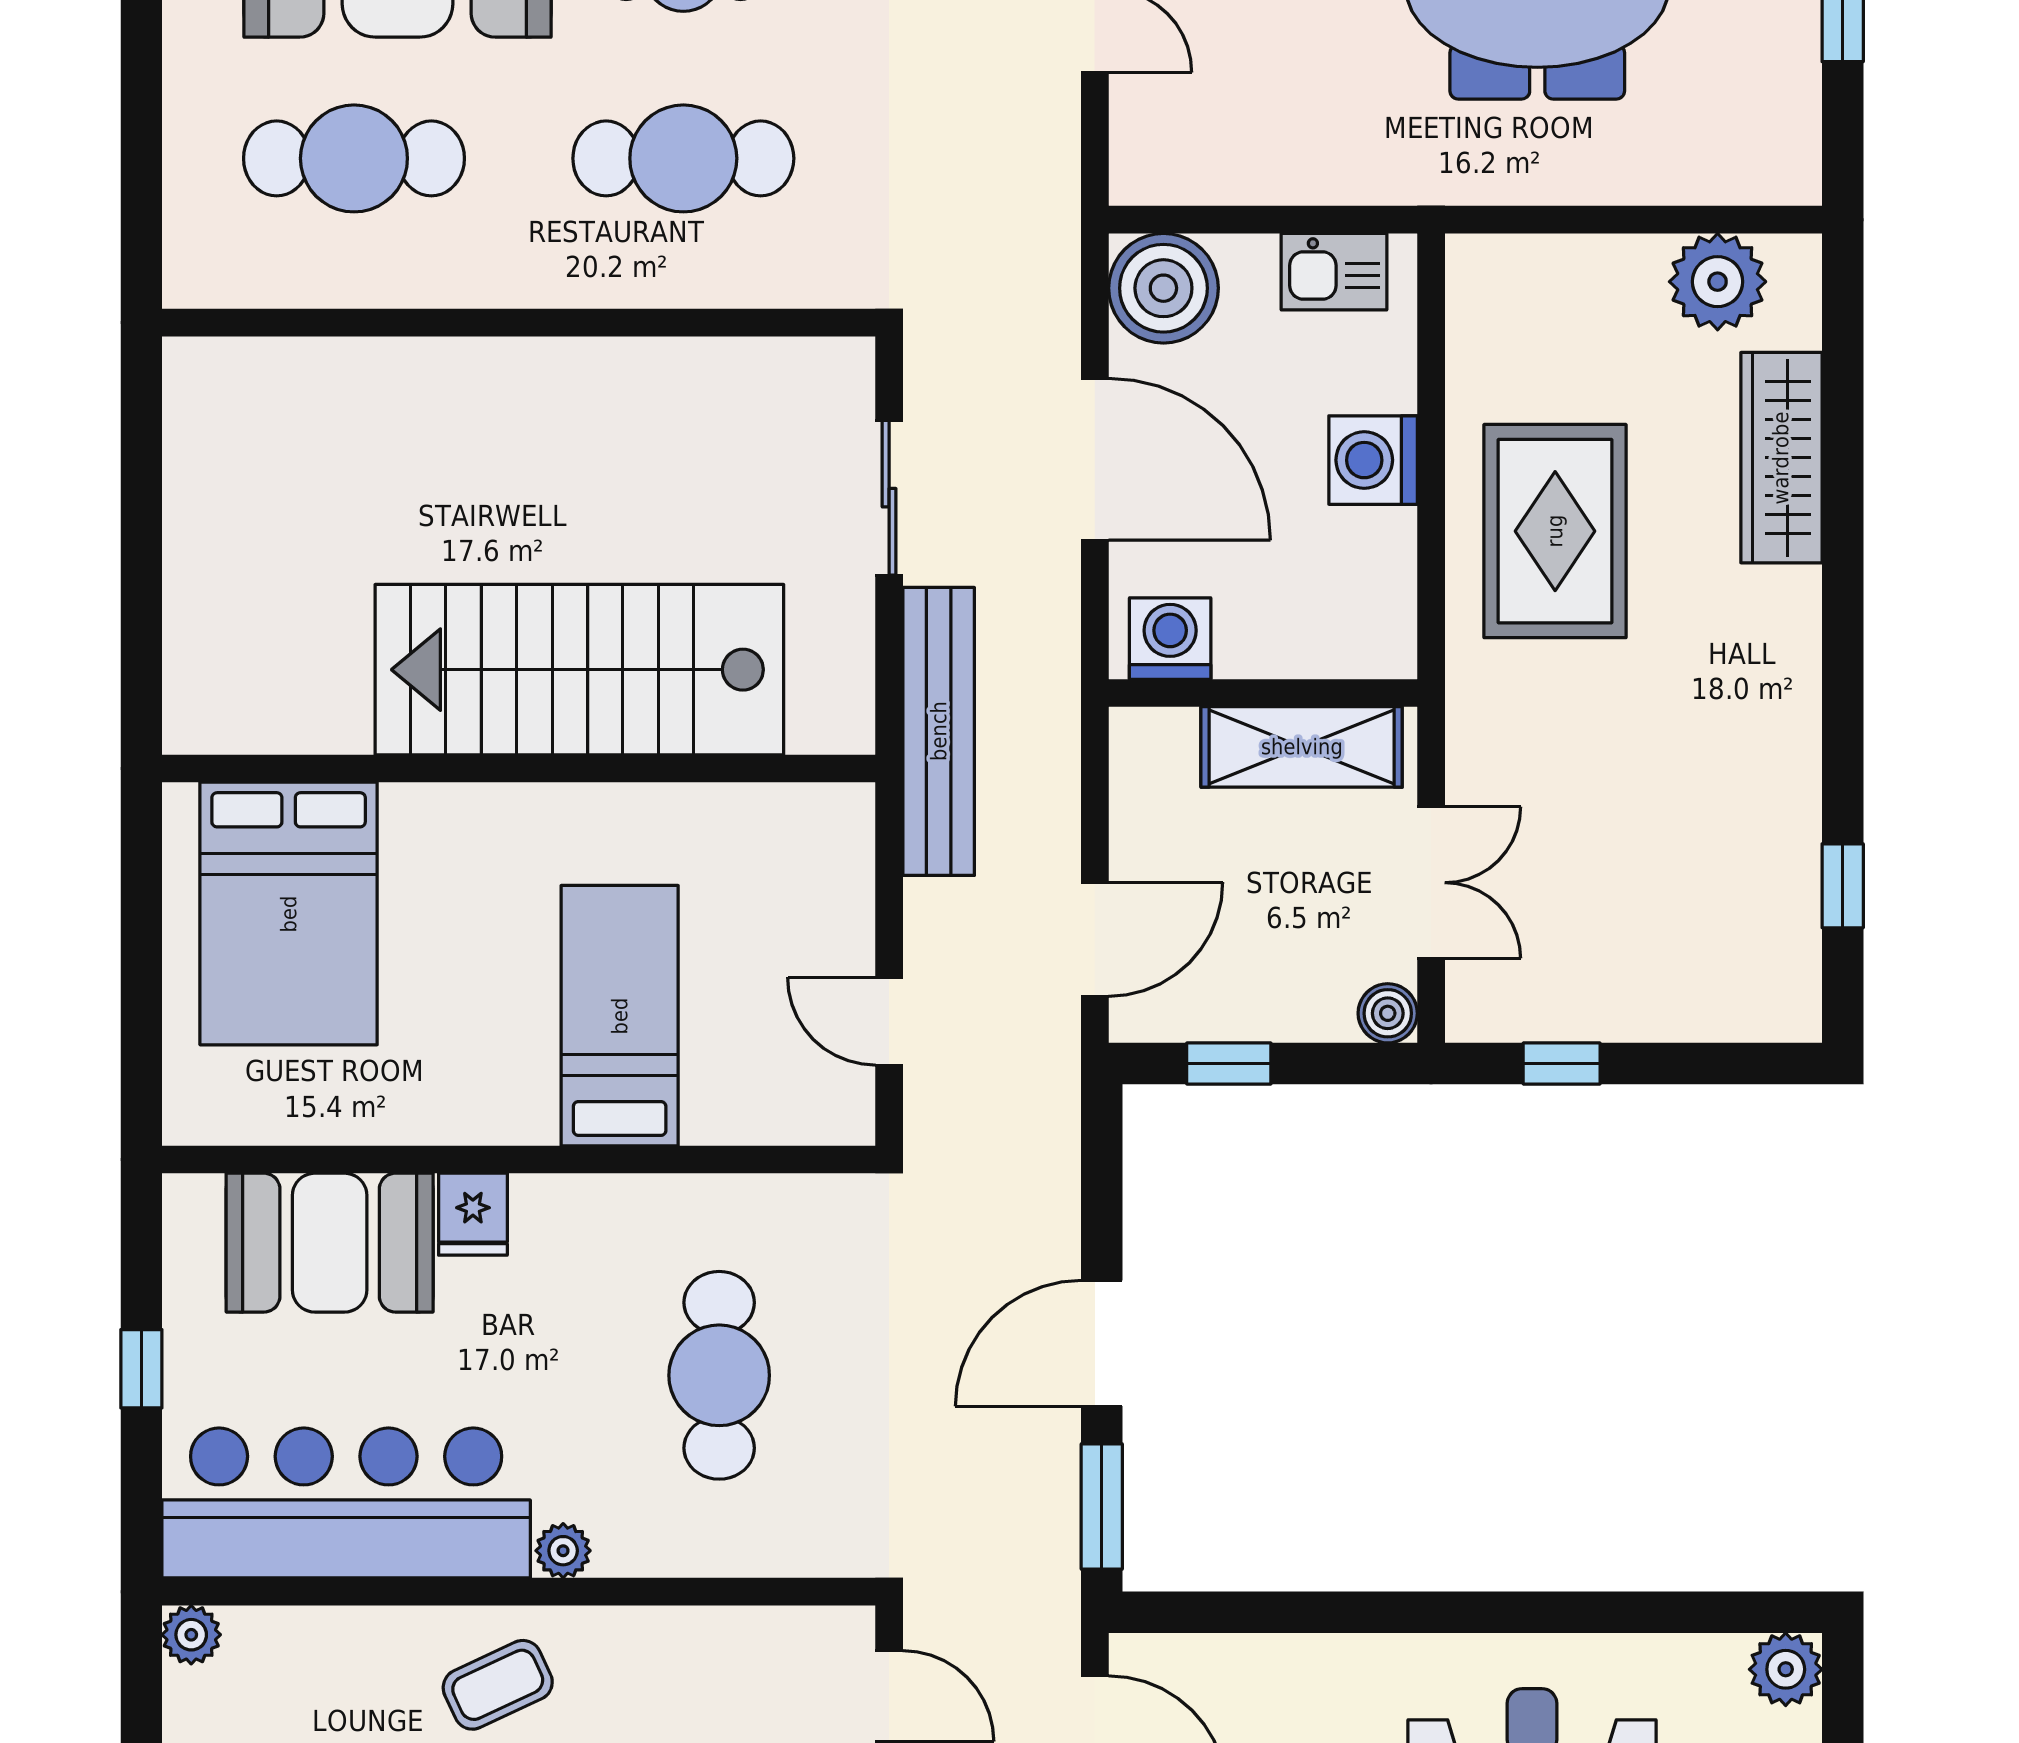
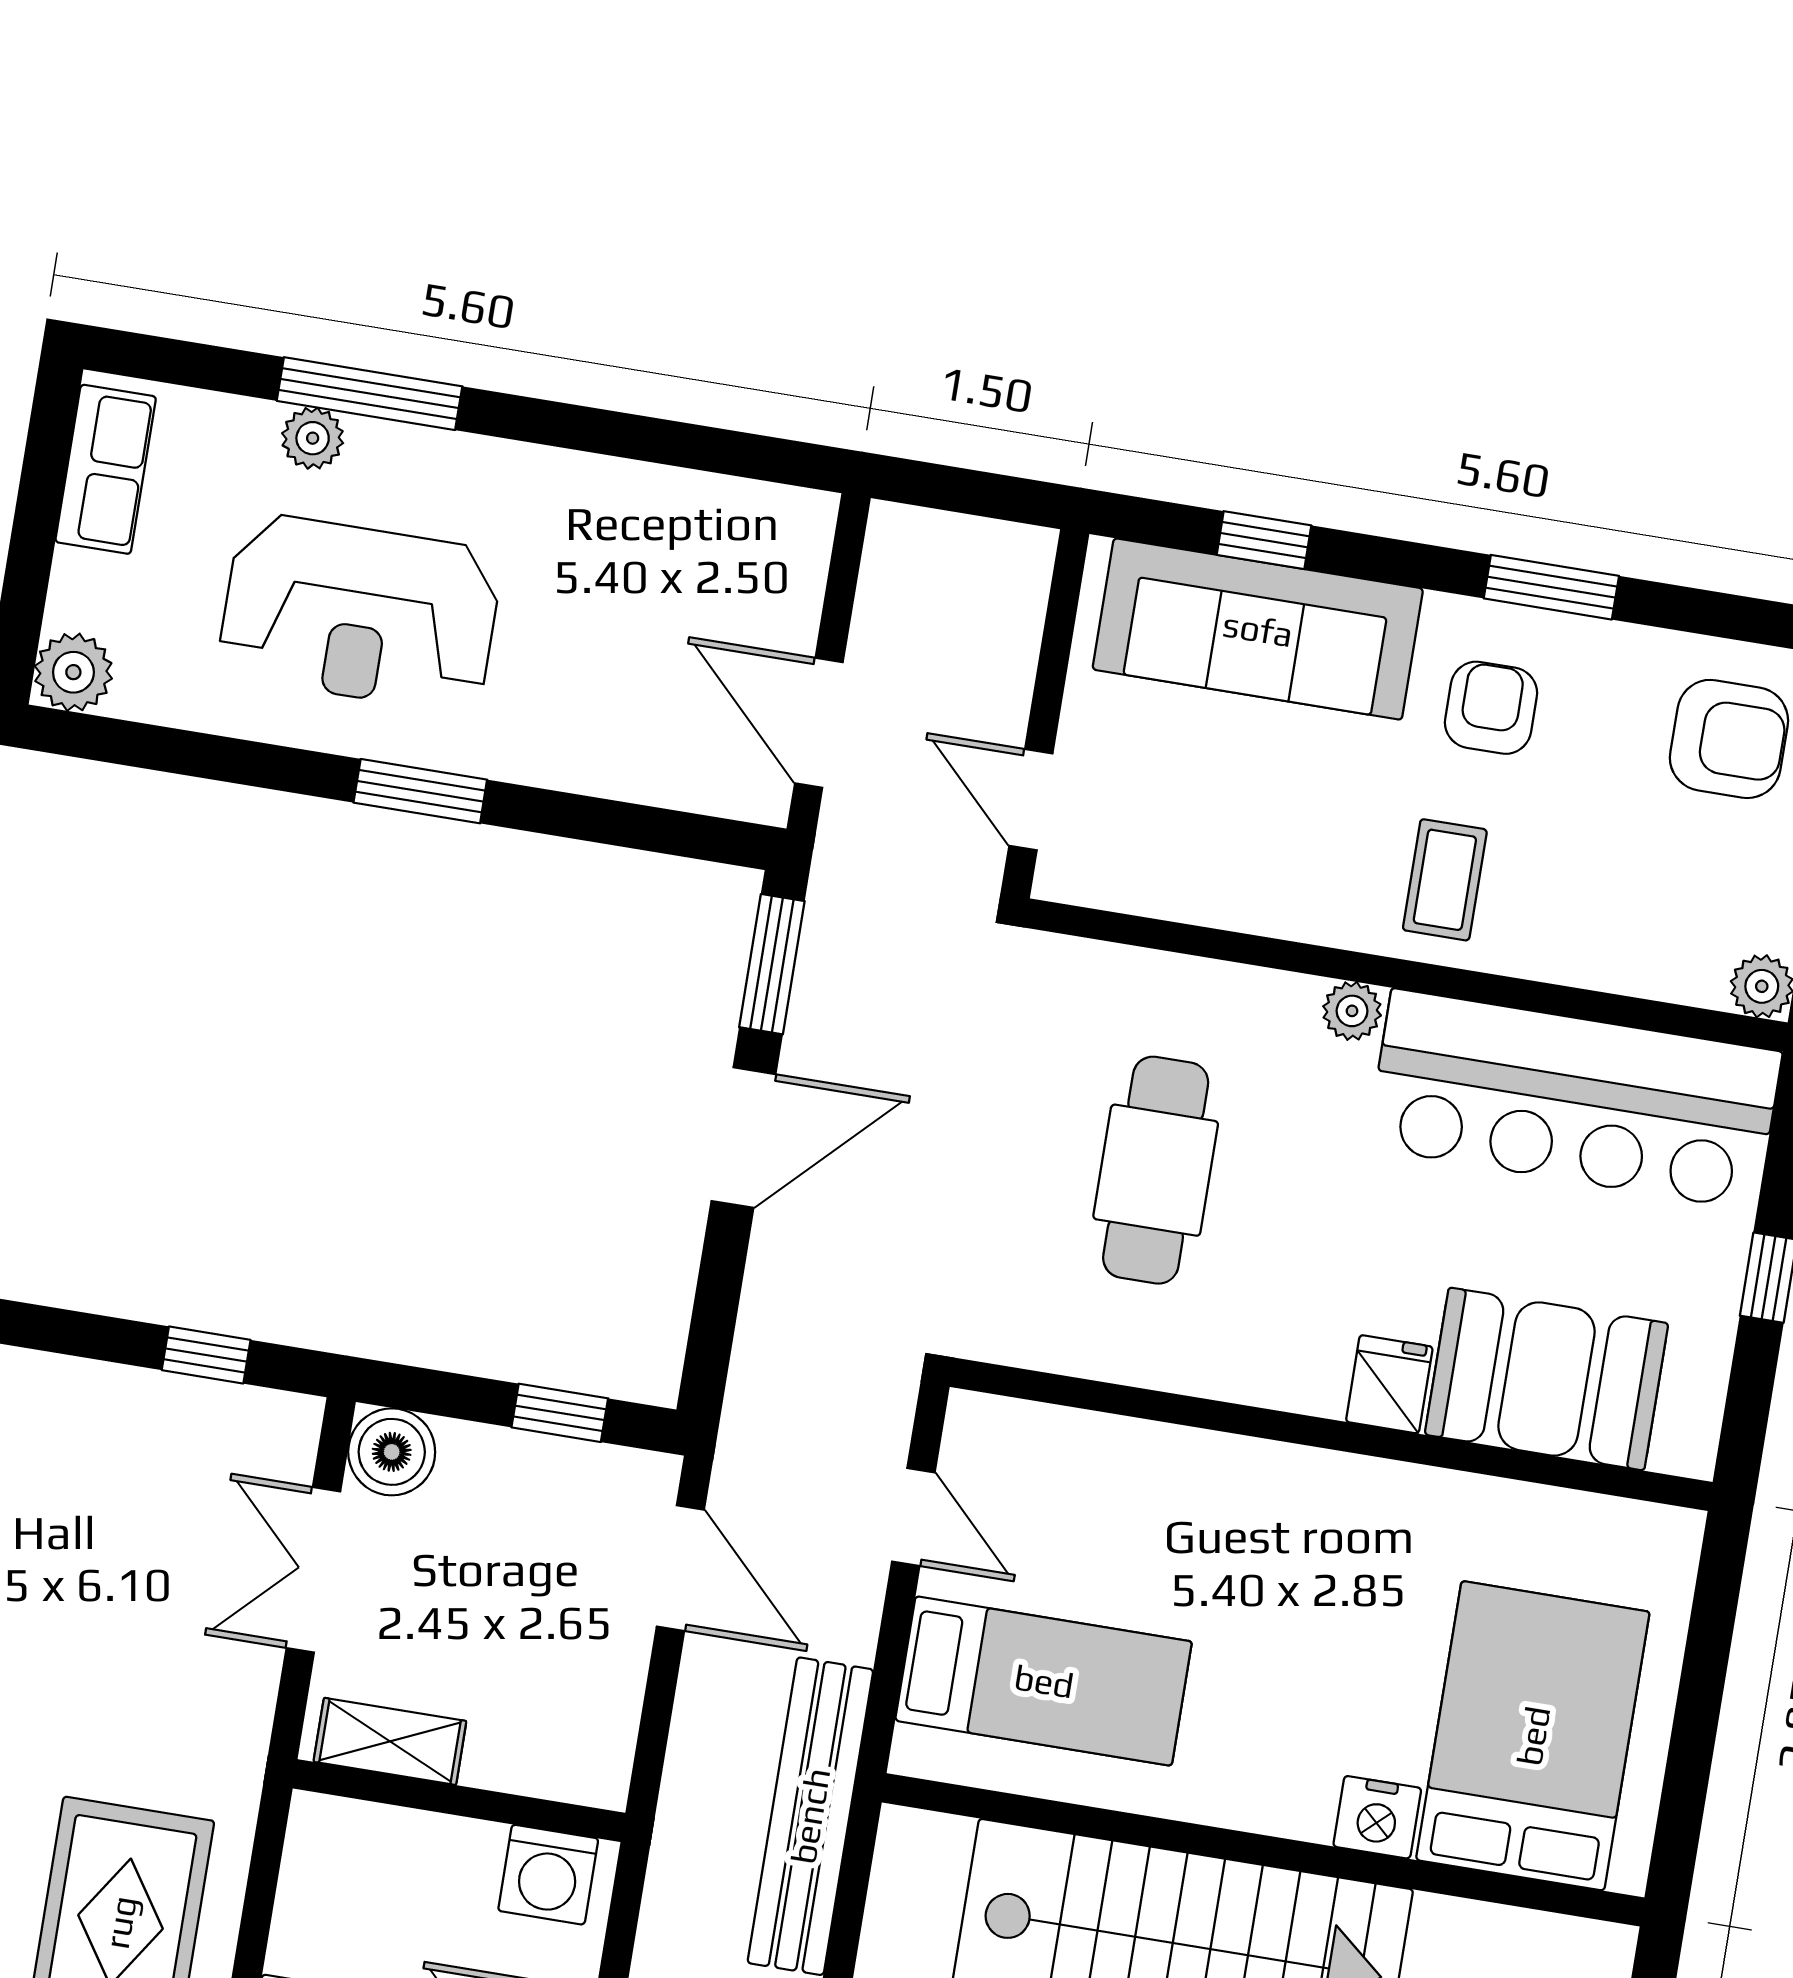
shelving: (1302, 747) -> (390, 1741), width x0.67, depth x0.75
nightstand: (419, 816) -> (1377, 1817), added
door: (1095, 939) -> (680, 1568), swing flipped
boiler: (1388, 1013) -> (392, 1452), width x1.36, depth x1.36
bed: (620, 1016) -> (1044, 1681), moved, turned -90
window: (1450, 1612) -> (420, 791), added
coffee table: (498, 1685) -> (1445, 880), turned -65

